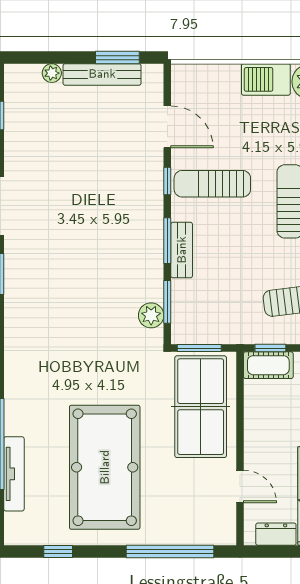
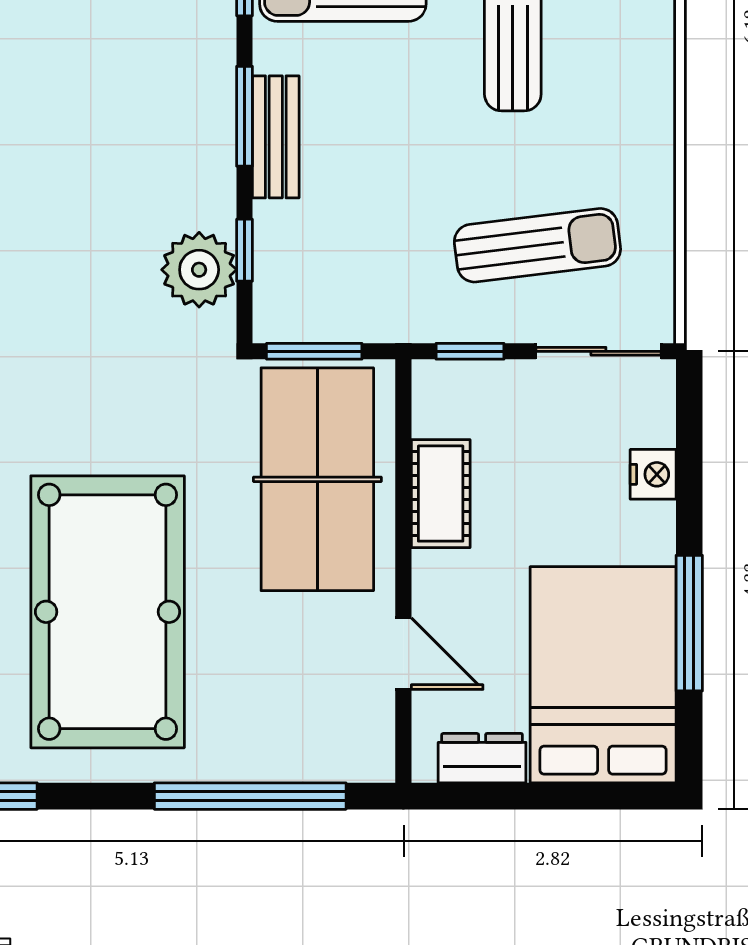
window: (167, 302) -> (244, 250), width x0.67
plant: (151, 315) -> (199, 270), width x1.36, depth x1.36
cot: (268, 365) -> (441, 494), moved, turned 90

